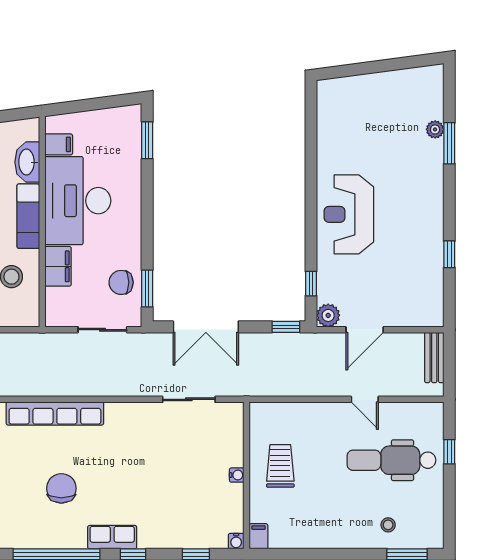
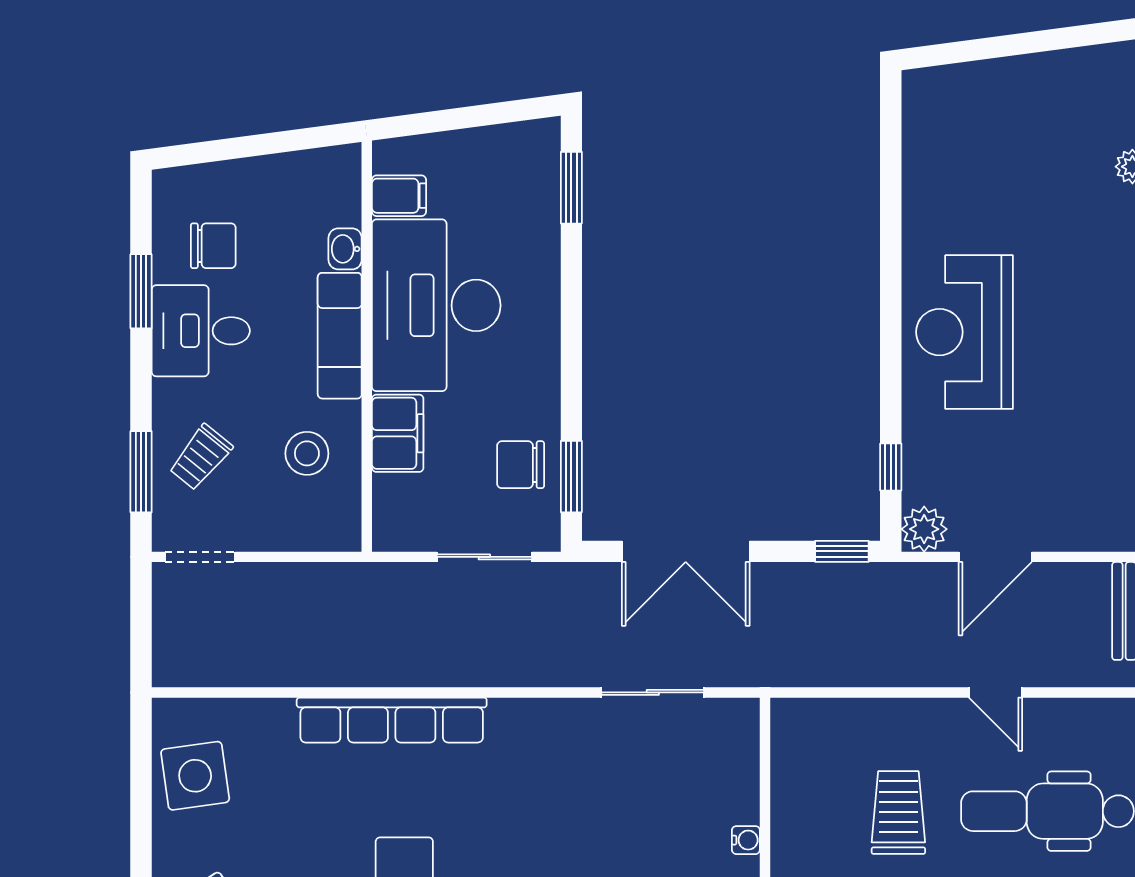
washbasin: (27, 162) -> (345, 249), width x0.52, depth x0.69
trolley: (280, 466) -> (898, 813), moved

